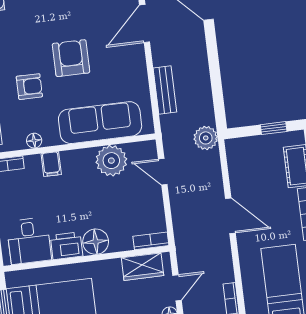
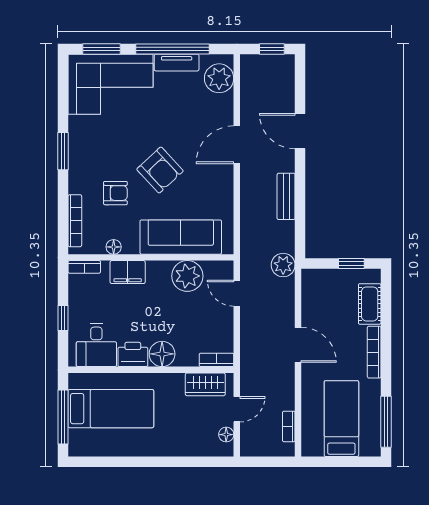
armchair: (71, 58) -> (160, 170), turned 137
bench: (165, 90) -> (286, 196), moved
filing cabinet: (51, 164) -> (128, 272), width x2.00

